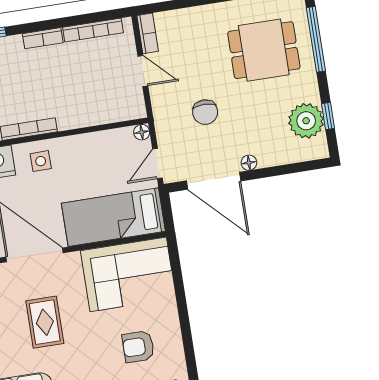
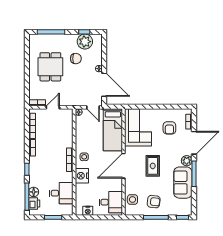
dining table: (264, 50) -> (50, 67), moved
chair: (205, 112) -> (76, 59), moved
door: (214, 181) -> (104, 85), hinge flipped
rug: (45, 322) -> (153, 166), turned 90

